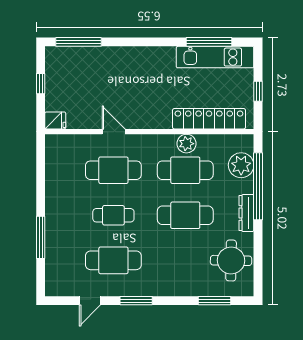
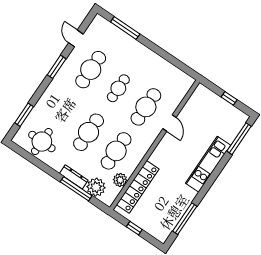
kitchen unit: (215, 57) -> (208, 164), moved
fridge: (55, 120) -> (201, 92), removed
door: (114, 132) -> (169, 123), hinge flipped
plant: (186, 144) -> (120, 180), moved
window: (258, 186) -> (76, 189), width x0.68
dresser: (246, 213) -> (74, 177), moved
window: (41, 237) -> (125, 28), moved

